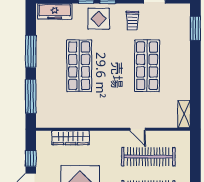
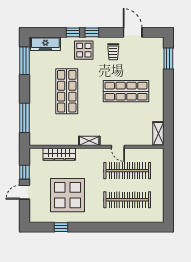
window: (31, 51) -> (24, 61), moved
shop shelf: (147, 66) -> (126, 91), turned 90
shelving: (105, 122) -> (89, 141), added

